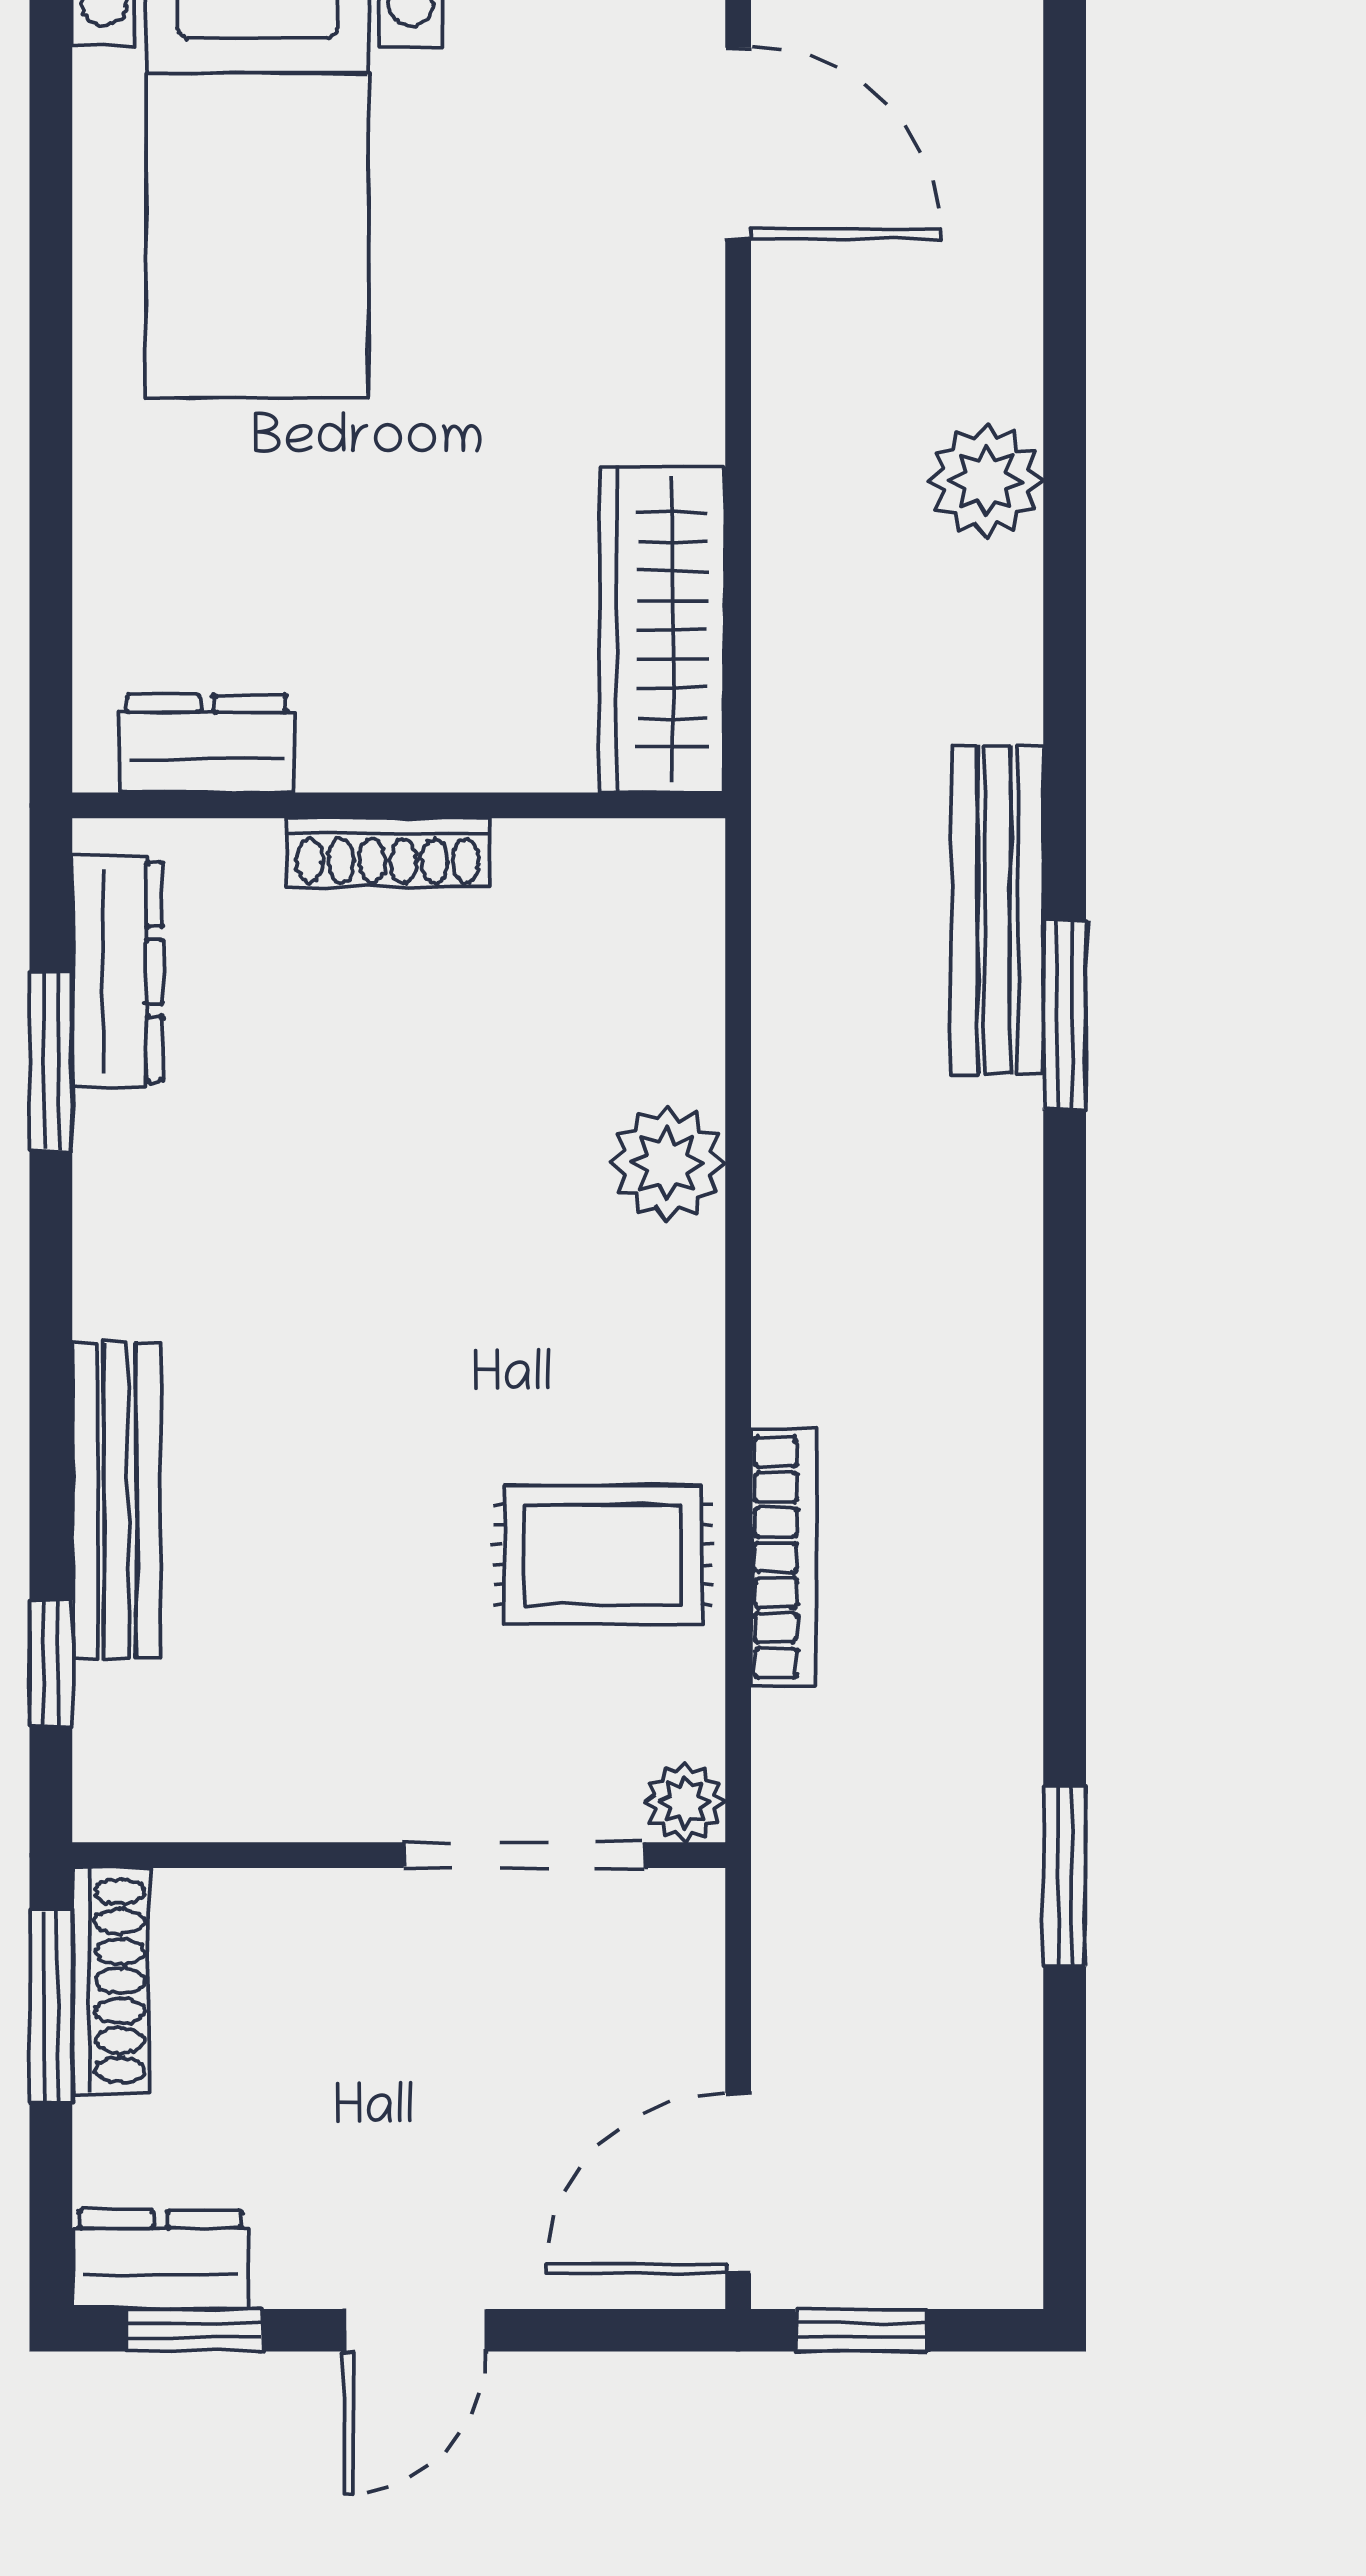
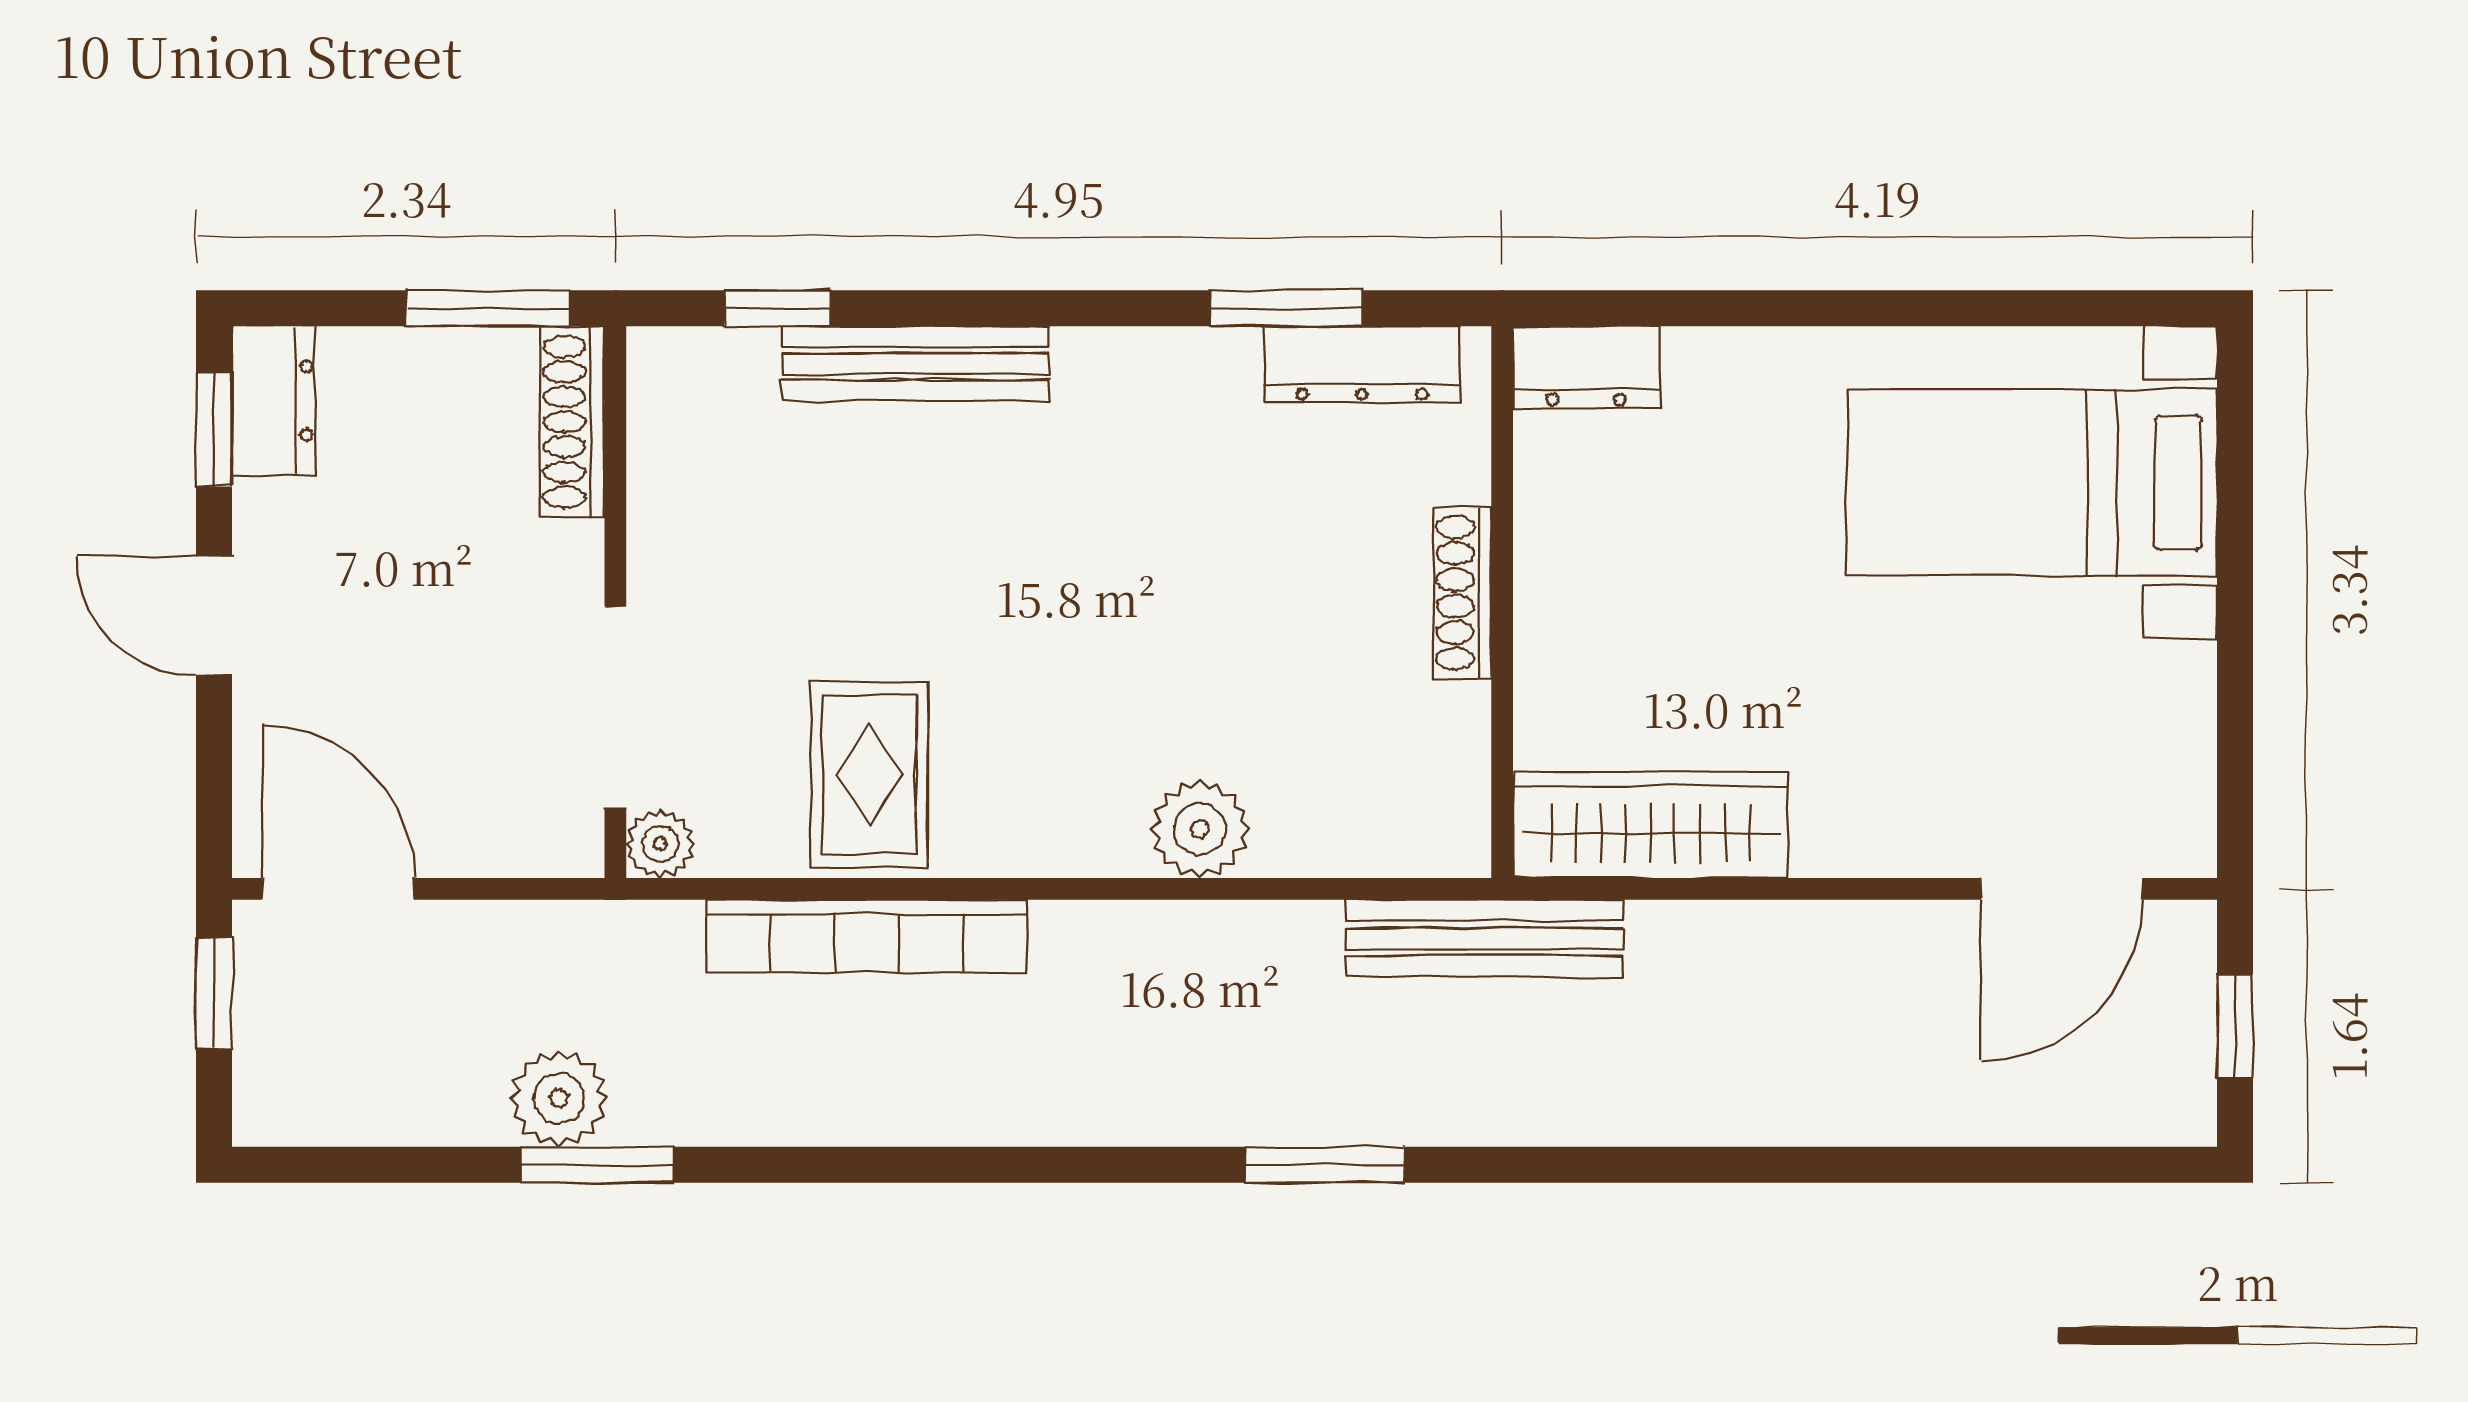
plant: (986, 481) -> (559, 1098), moved
dresser: (207, 744) -> (1586, 368), moved, turned 90
bench: (997, 910) -> (1484, 938), moved
bookcase: (784, 1557) -> (867, 936), width x1.48, depth x1.31
shoe rack: (111, 1981) -> (572, 422), moved, turned 90

